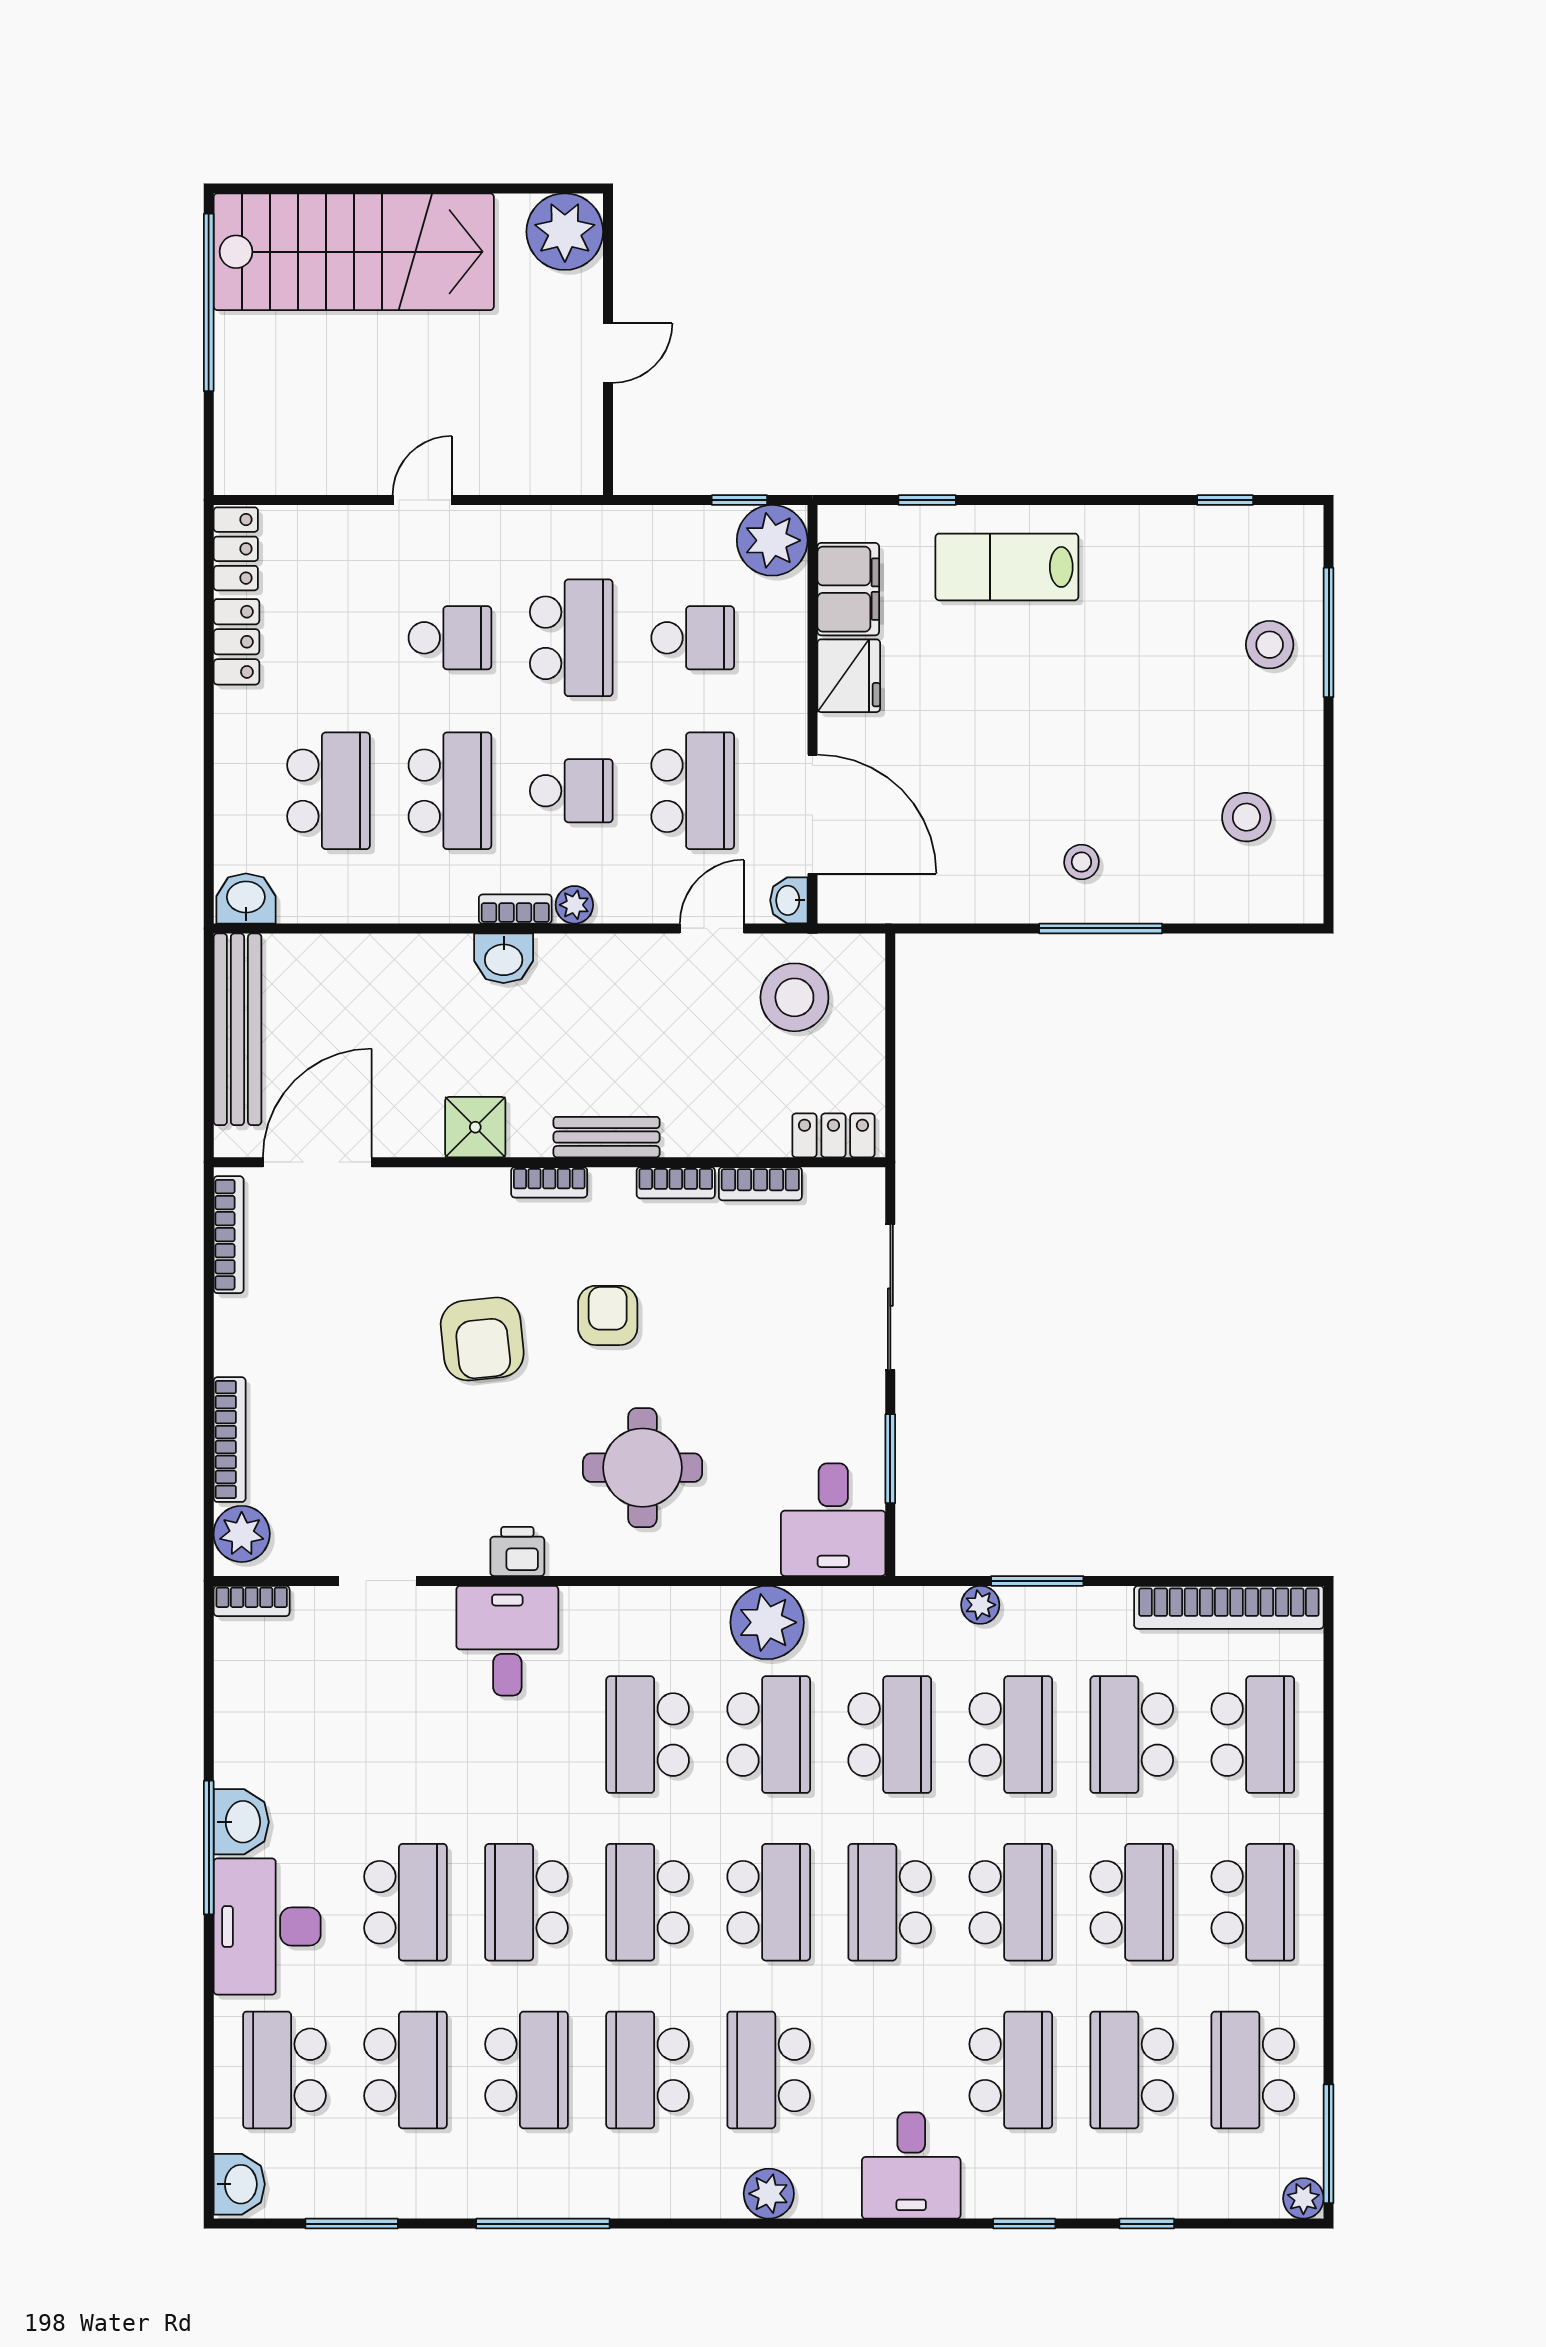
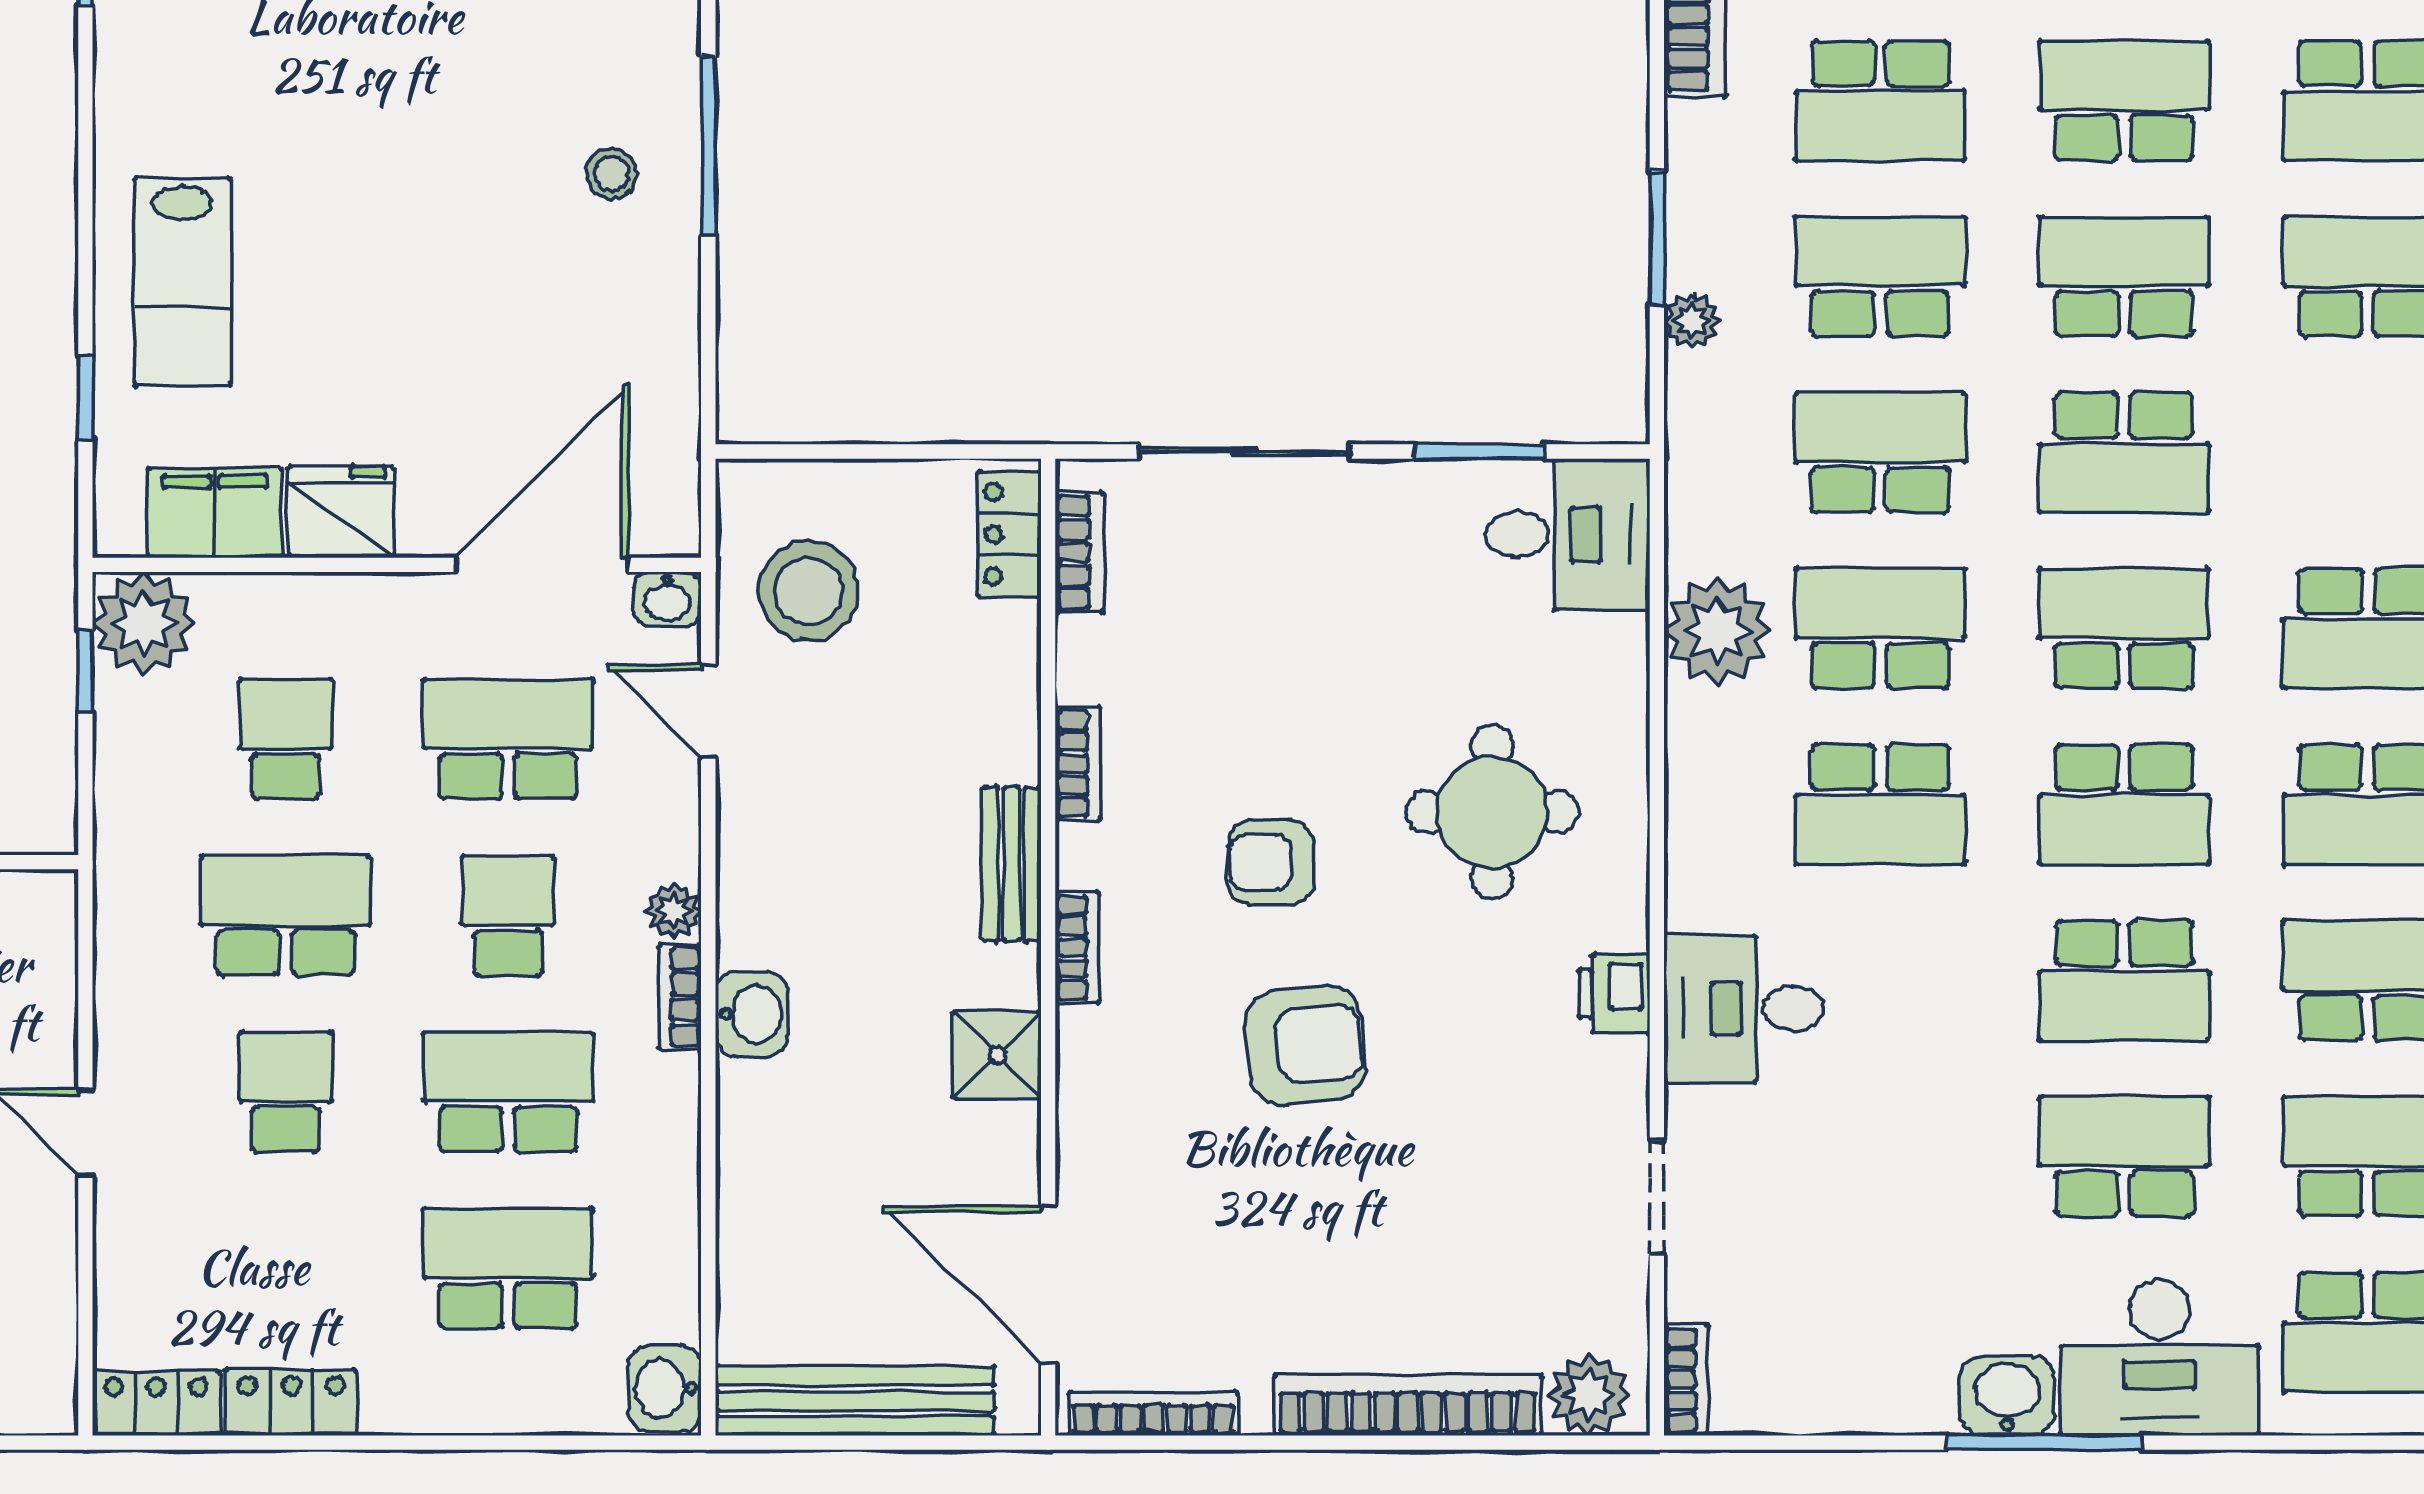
bookcase: (760, 1184) -> (1079, 552), moved
bookcase: (230, 1440) -> (1408, 1405), width x1.48, depth x1.31

